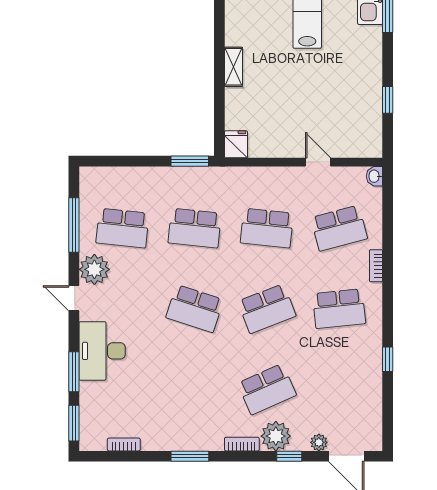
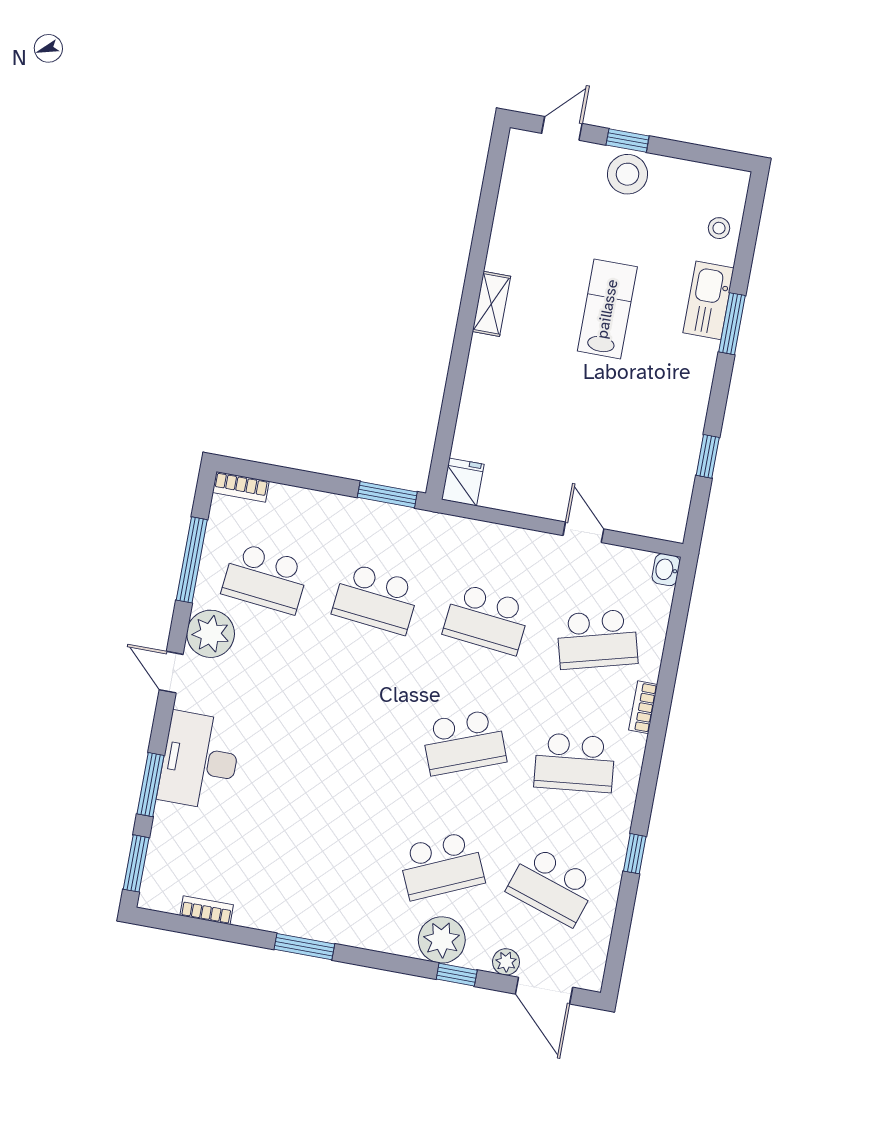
shelving: (233, 67) -> (491, 304), moved
school desk: (195, 309) -> (552, 886), moved
bookcase: (242, 444) -> (241, 487), moved, turned 180

